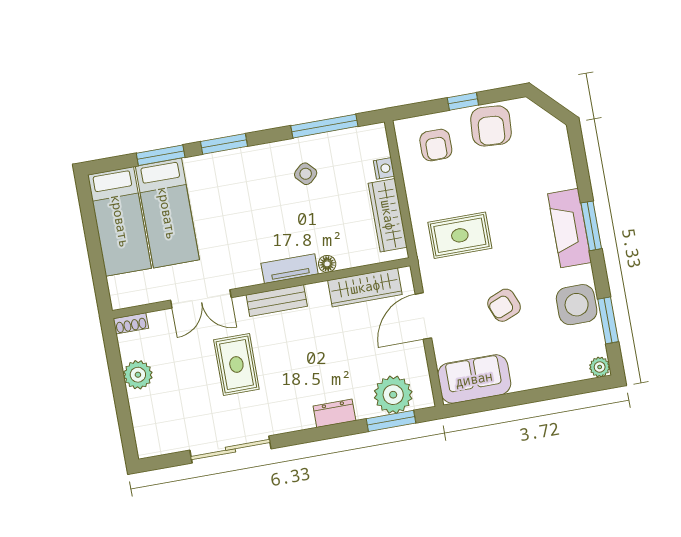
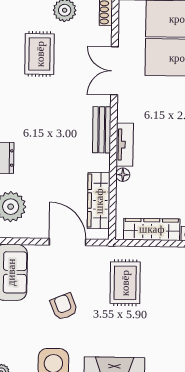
rug: (236, 364) -> (40, 54), moved, turned 90

